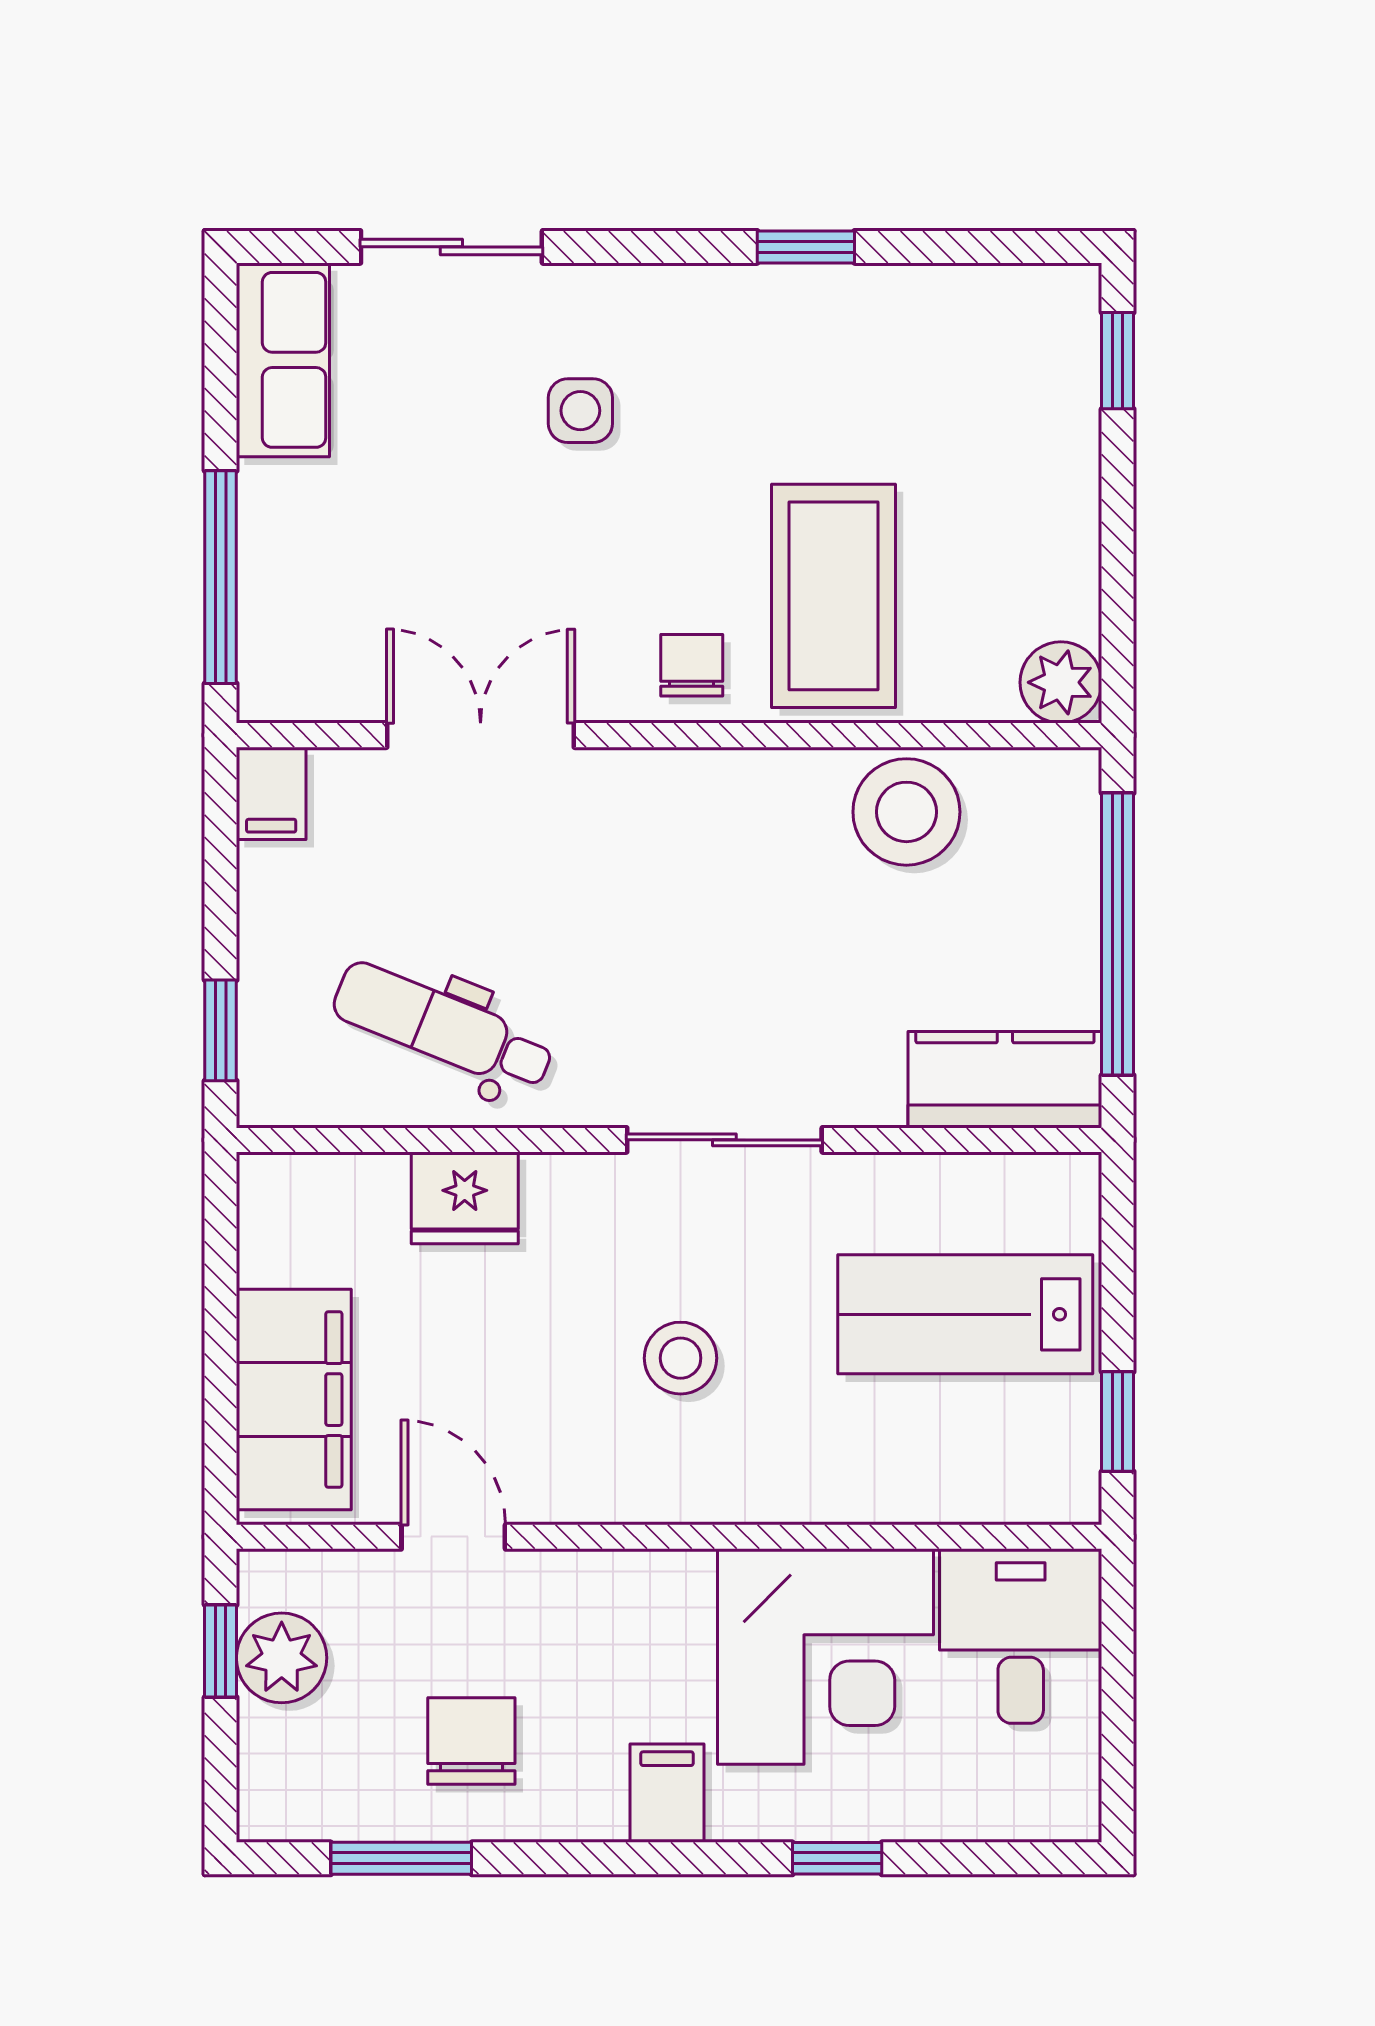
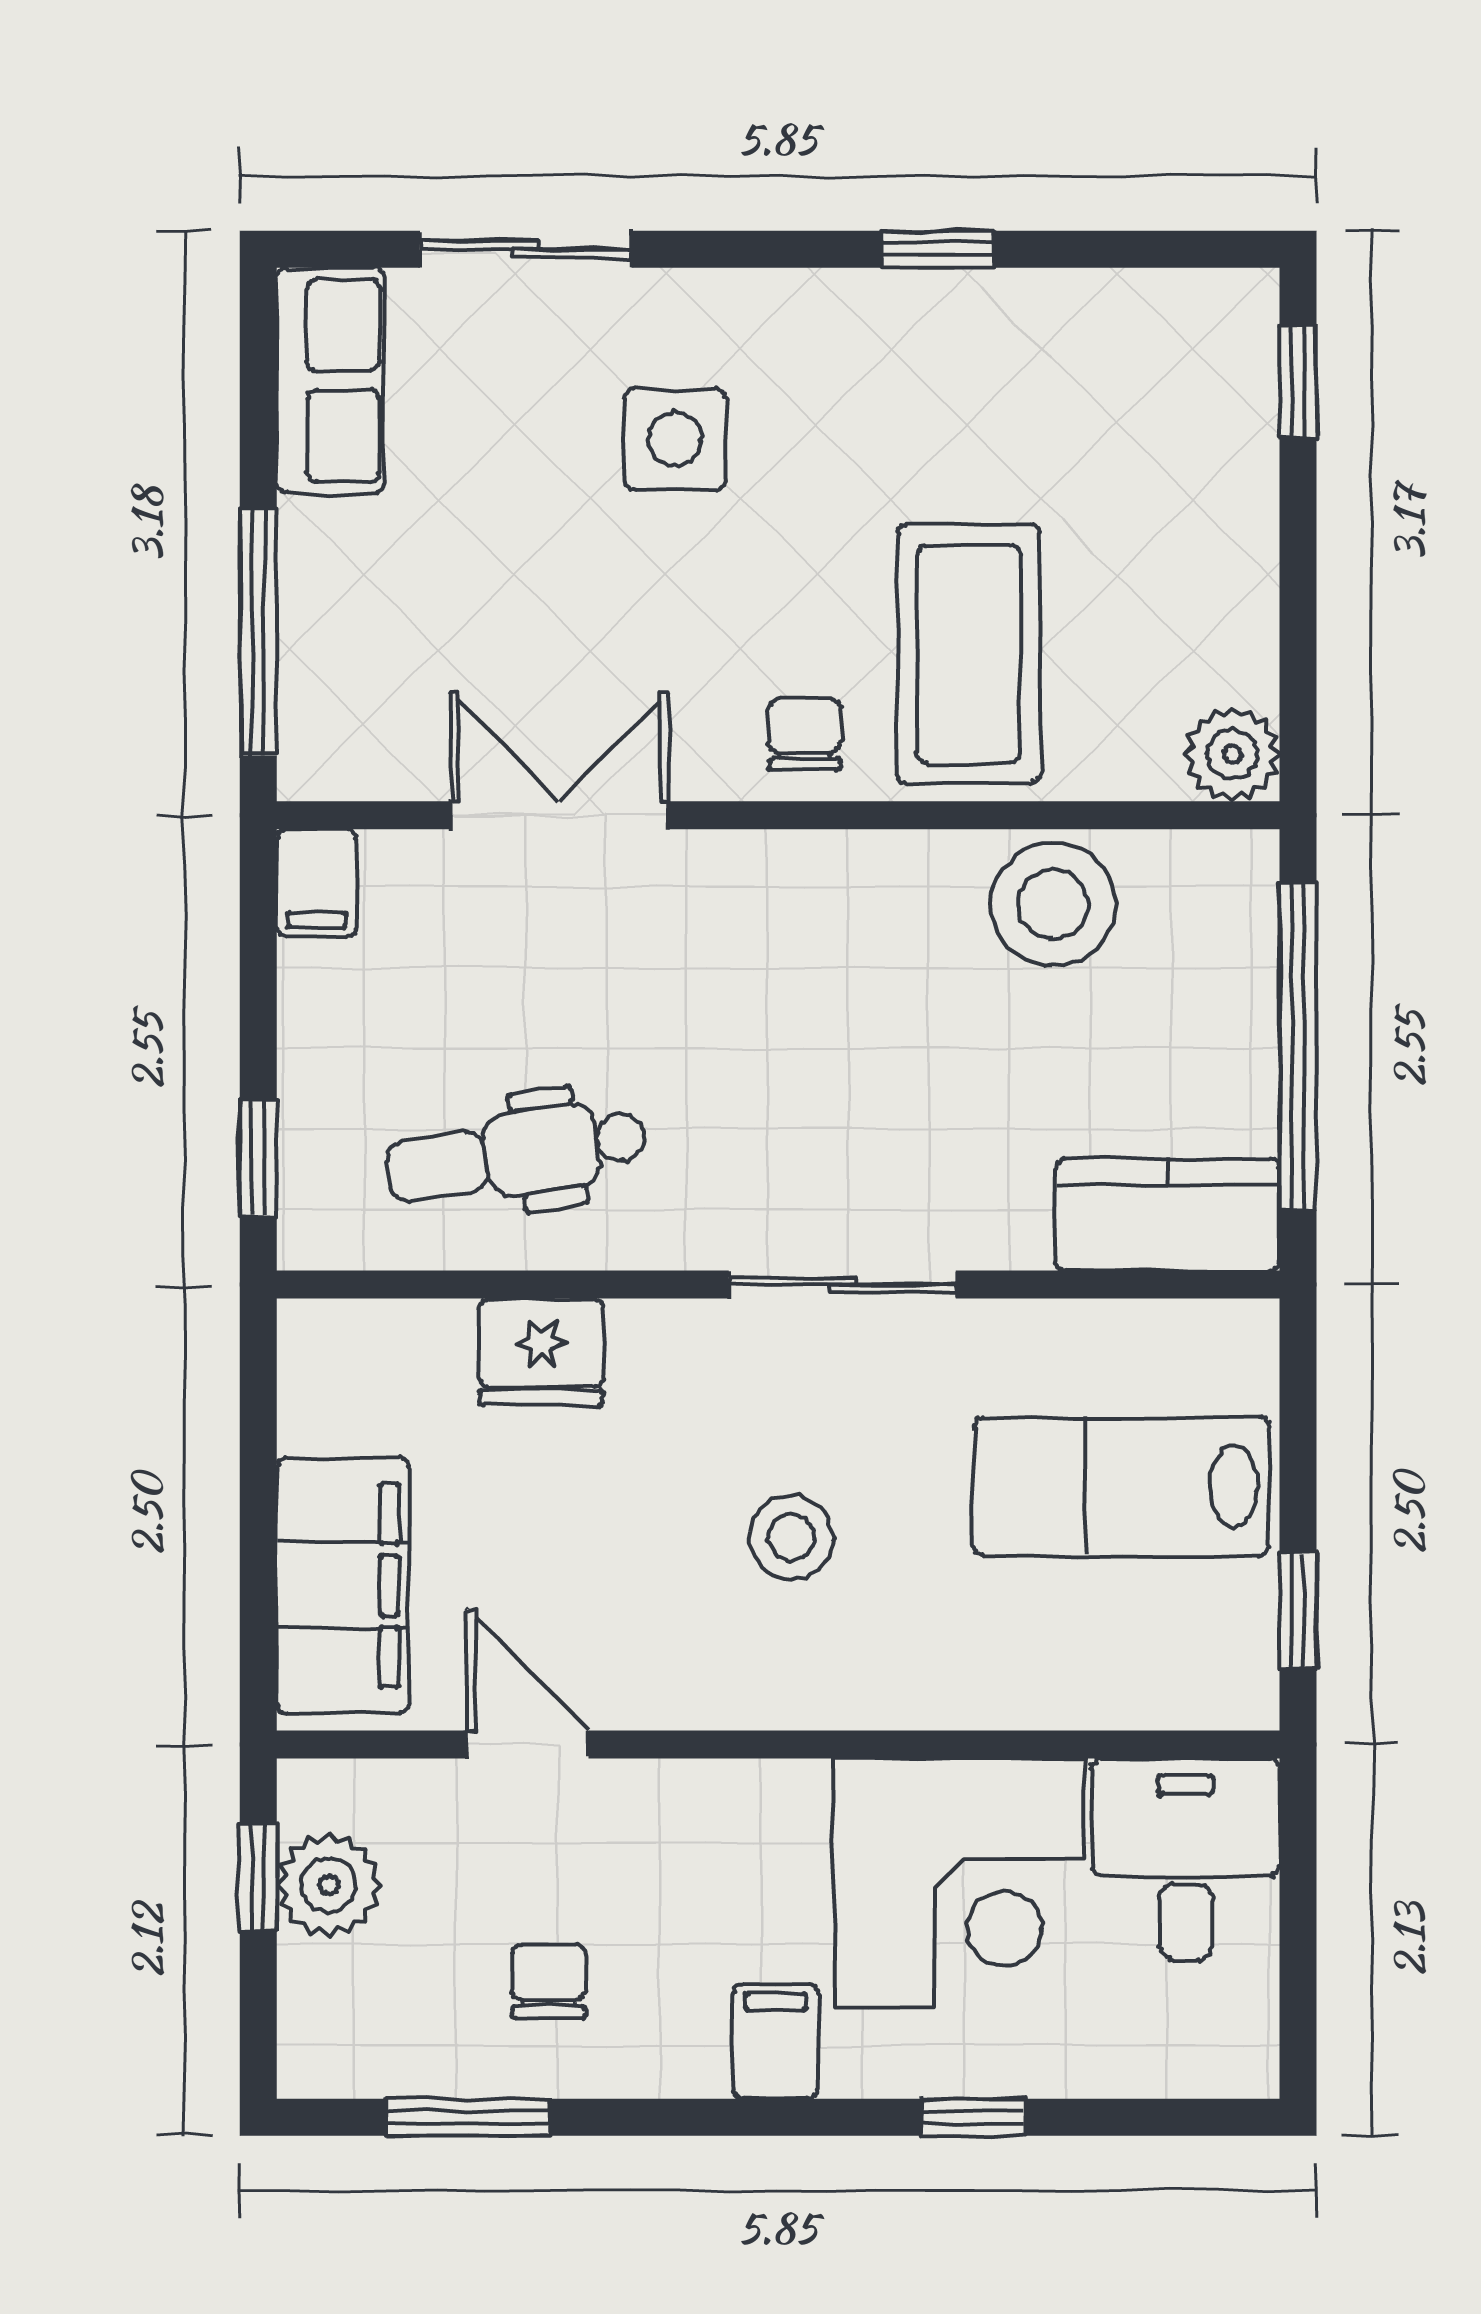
side table: (580, 411) -> (675, 439), width x1.37, depth x1.37
dental chair: (443, 1027) -> (516, 1154), turned -31
chair: (471, 1741) -> (549, 1981), width x0.73, depth x0.73

